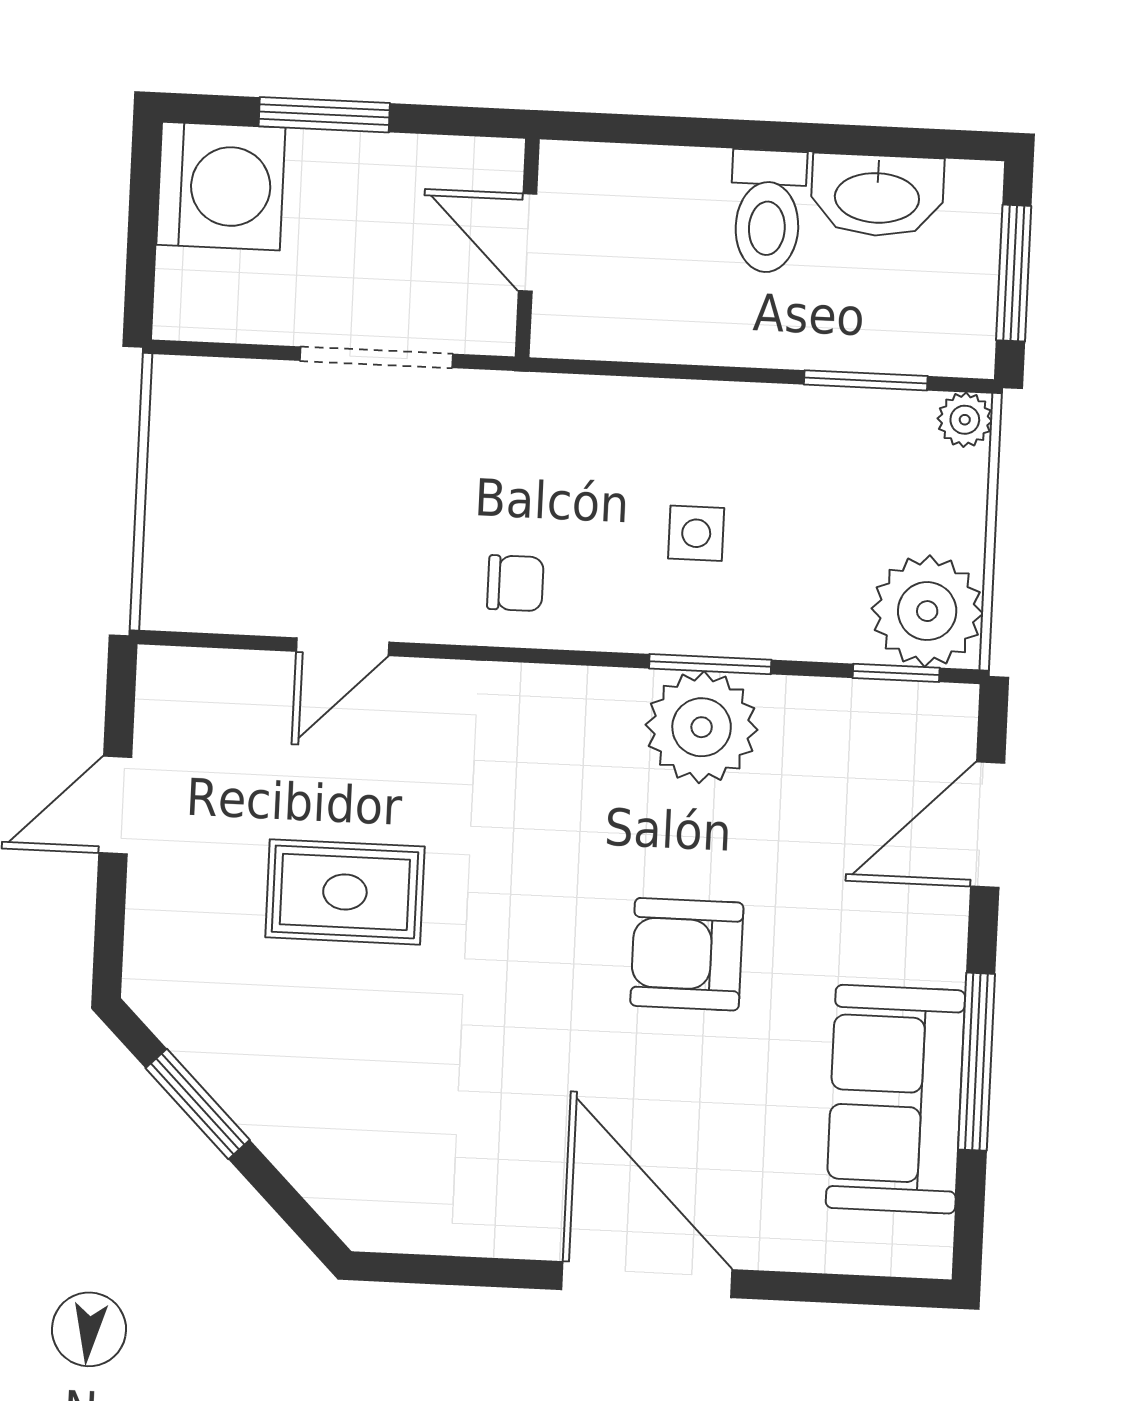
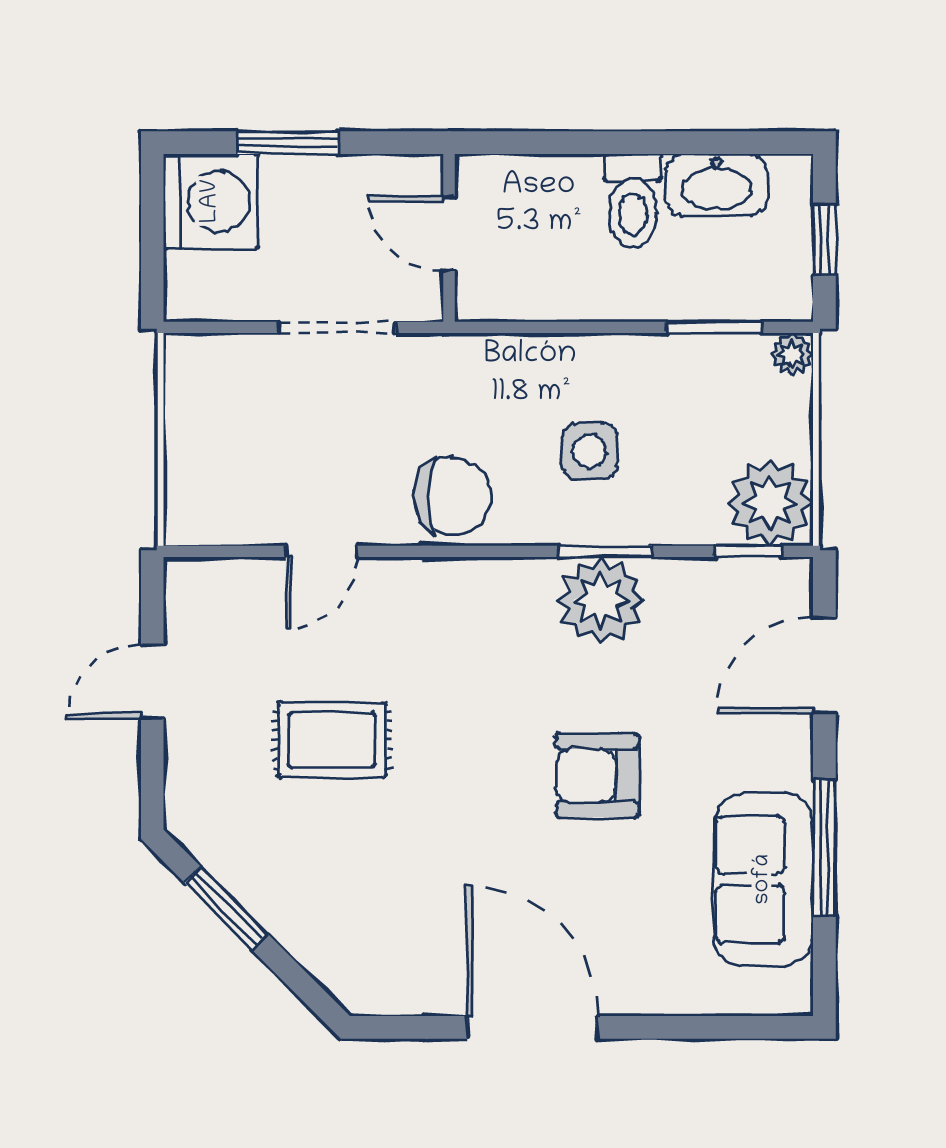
window: (1014, 273) -> (824, 239), width x0.67
side table: (696, 533) -> (589, 451), width x1.37, depth x1.37
chair: (515, 583) -> (452, 496), width x1.87, depth x1.87
door: (647, 1280) -> (533, 1027), moved

